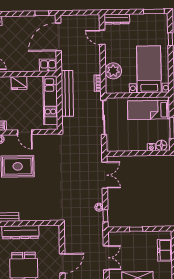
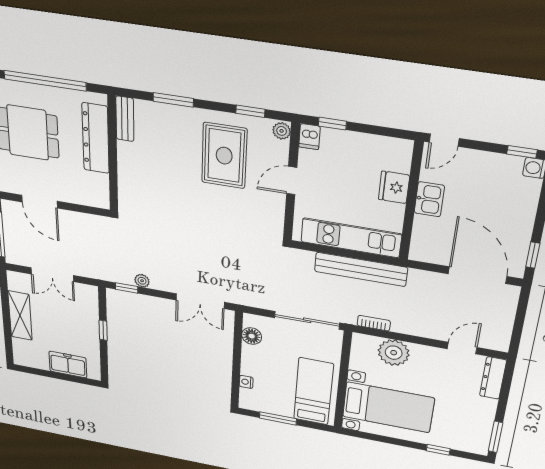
kitchen sink: (48, 65) -> (429, 199), moved
floor lamp: (161, 145) -> (252, 336), moved

